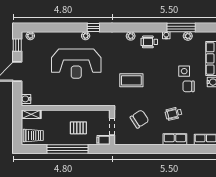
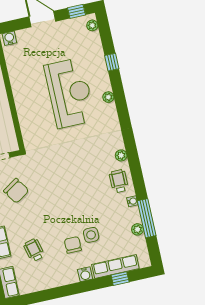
window: (93, 28) -> (112, 62), moved
reception desk: (76, 64) -> (70, 93), turned 180
coffee table: (131, 80) -> (64, 169), removed
wheelchair: (173, 114) -> (34, 250), moved

